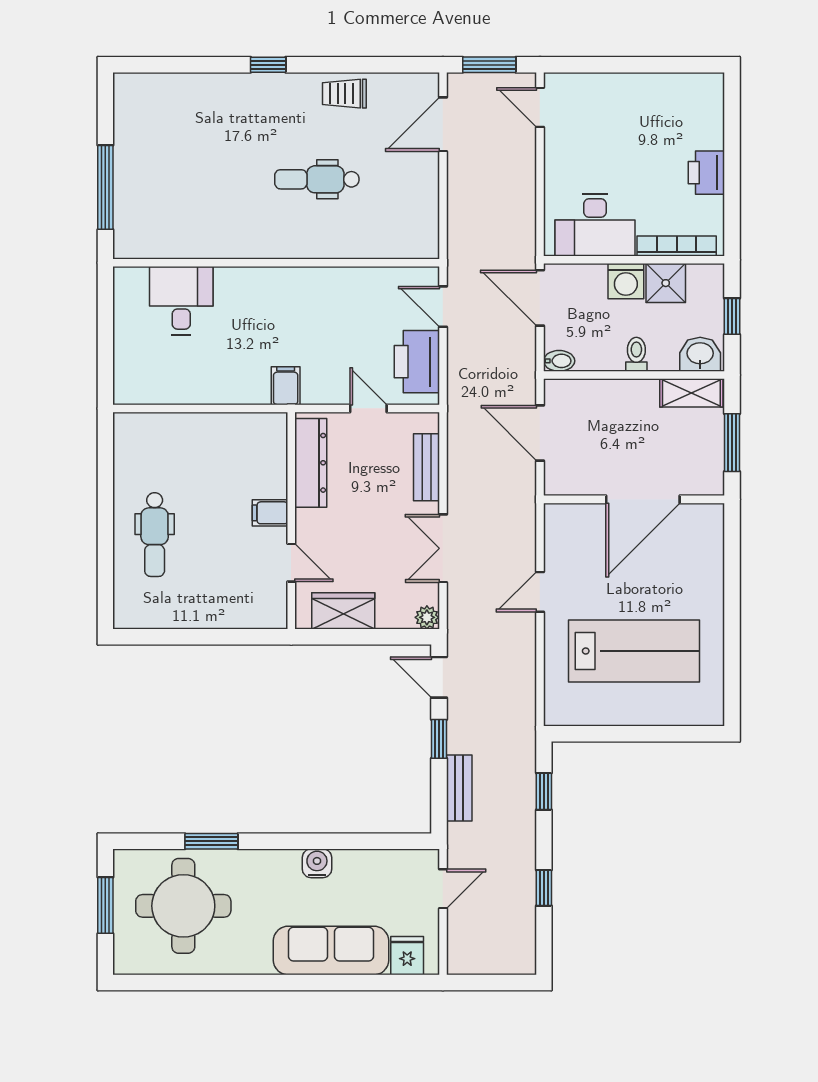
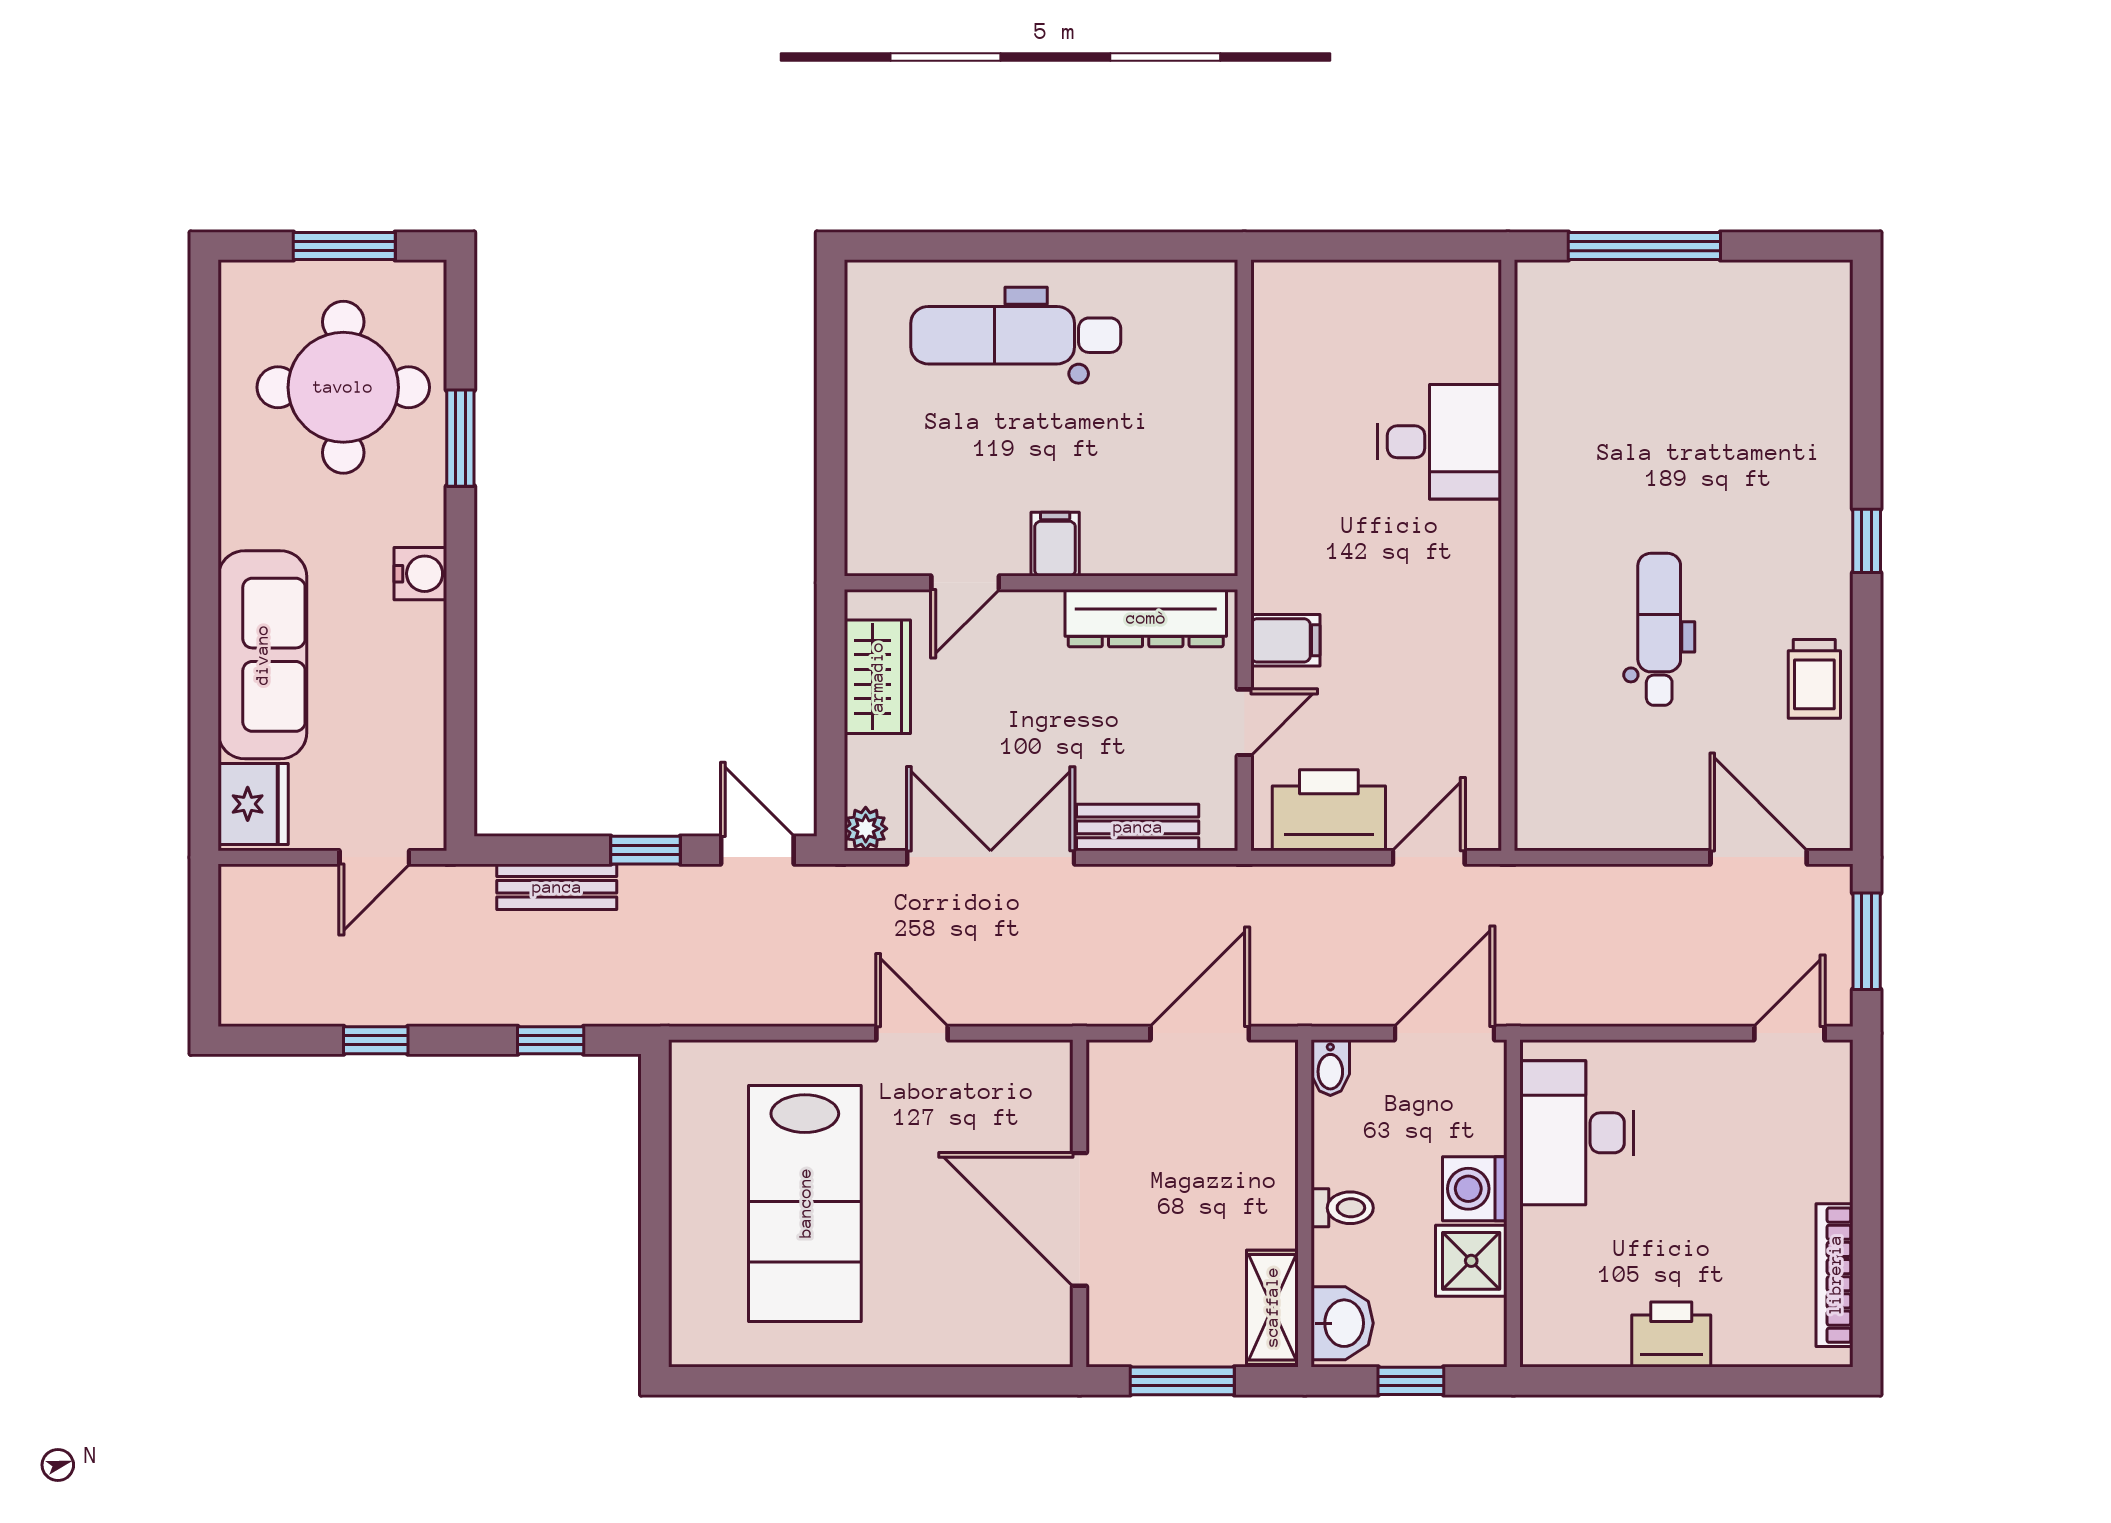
trolley: (344, 94) -> (1814, 679), turned 180
bookcase: (677, 246) -> (1835, 1275), moved, turned 180
desk: (181, 301) -> (1439, 442), moved
filing cabinet: (286, 386) -> (1285, 640), moved
dental chair: (155, 535) -> (1016, 335), width x1.36, depth x1.38
double door: (443, 548) -> (991, 857), width x1.37
door: (439, 677) -> (757, 850), hinge flipped
water cooler: (317, 863) -> (420, 574), moved
door: (443, 889) -> (374, 857), hinge flipped
fridge: (407, 956) -> (253, 804), width x1.38

